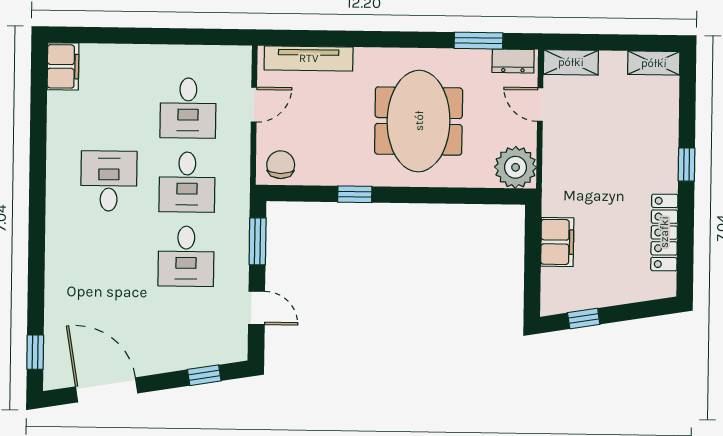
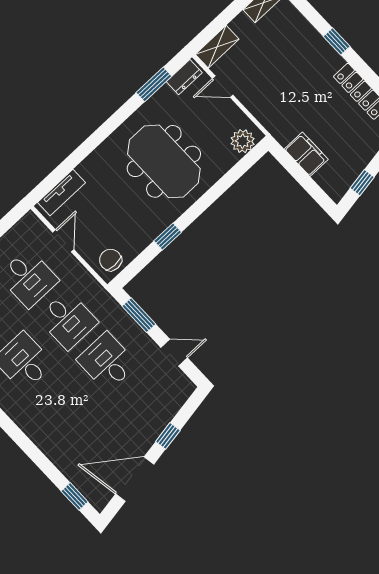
tv unit: (309, 58) -> (62, 193), width x0.71
plant: (516, 167) -> (243, 141), width x0.73, depth x0.73
desk: (186, 256) -> (107, 362), turned 180
window: (204, 375) -> (168, 436), moved

